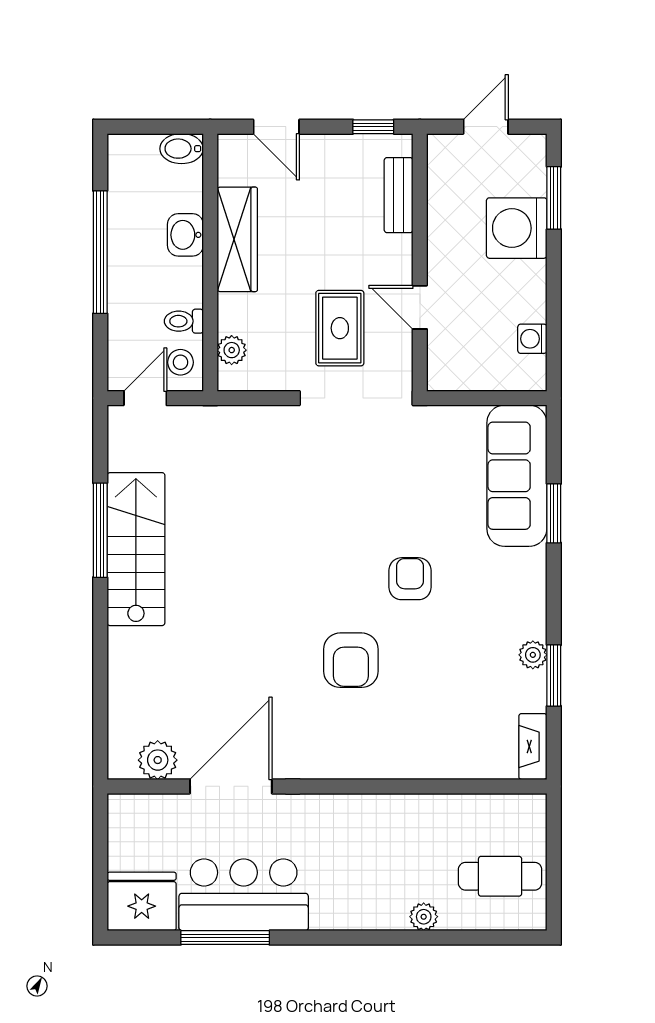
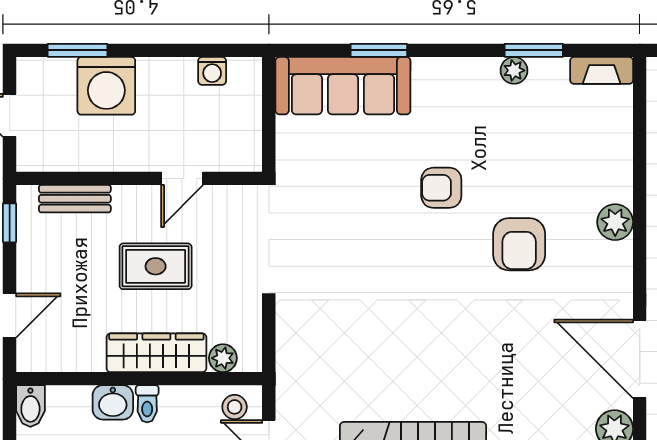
wardrobe: (237, 239) -> (156, 353), moved
toilet: (184, 321) -> (147, 404), moved
rug: (340, 328) -> (156, 266), moved
armchair: (351, 660) -> (519, 244), turned 90
plant: (374, 761) -> (615, 222), added

